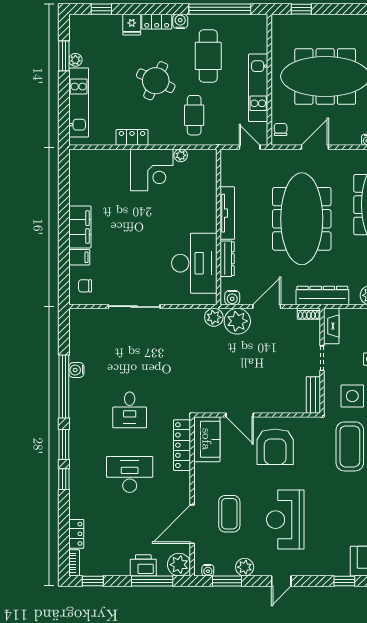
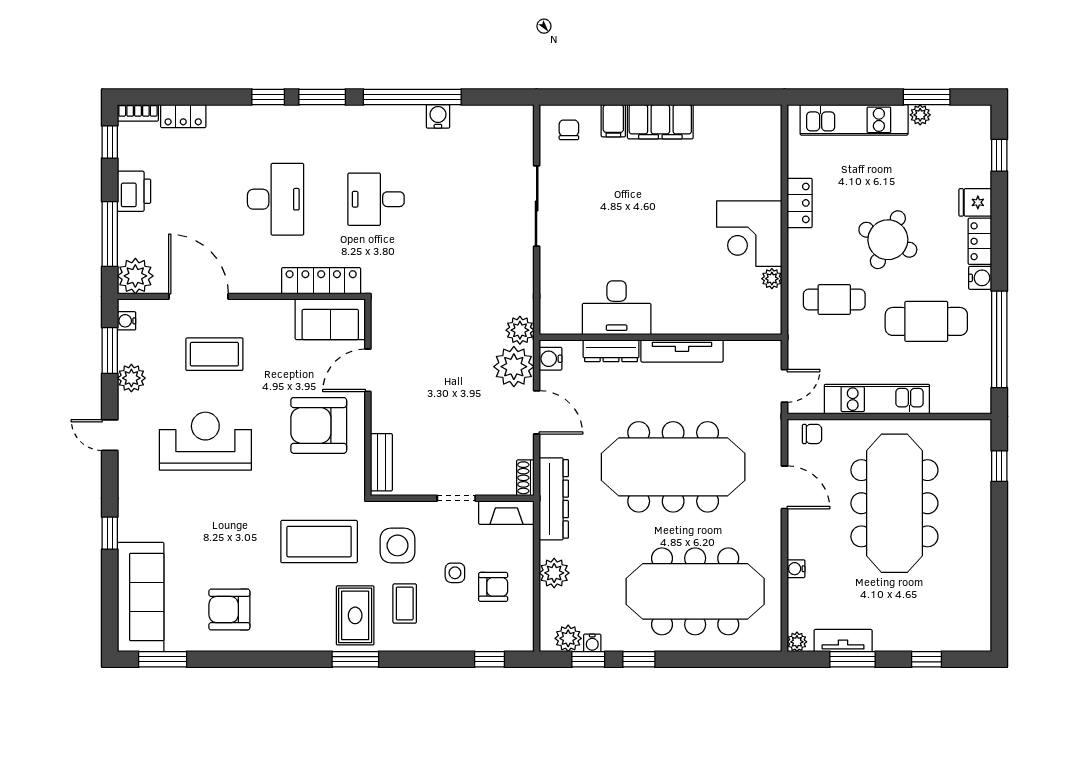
desk: (194, 263) -> (617, 308), width x0.73, depth x0.77
bench: (313, 395) -> (381, 462), moved, turned 90
printer: (143, 565) -> (134, 191), moved

